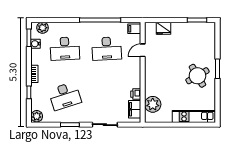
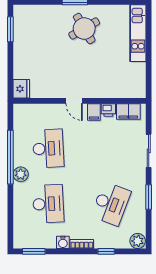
plant: (43, 28) -> (21, 174), moved
fridge: (163, 28) -> (21, 89), moved
filing cabinet: (134, 29) -> (94, 112), moved
water cooler: (36, 44) -> (63, 242), moved
door: (143, 50) -> (74, 101), moved
desk: (65, 96) -> (111, 204), turned 39
plant: (153, 104) -> (122, 88), removed

